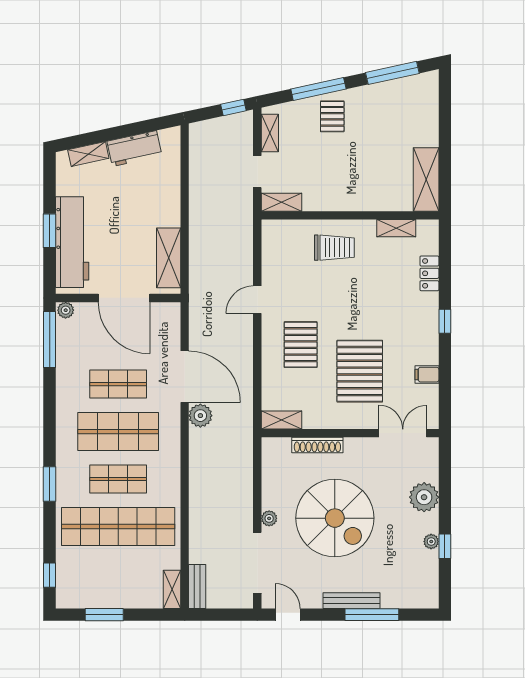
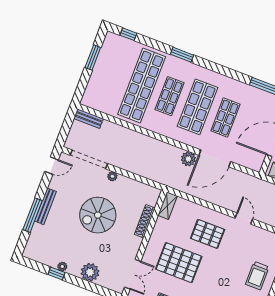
spiral stairs: (335, 518) -> (98, 215), width x0.73, depth x0.73
shelving: (172, 589) -> (92, 103), removed

